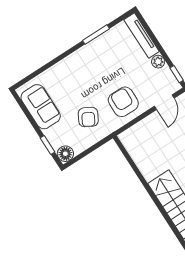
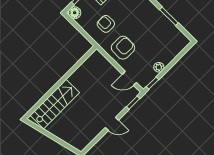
tv unit: (142, 36) -> (176, 51), removed
armchair: (88, 117) -> (106, 24), turned 61

